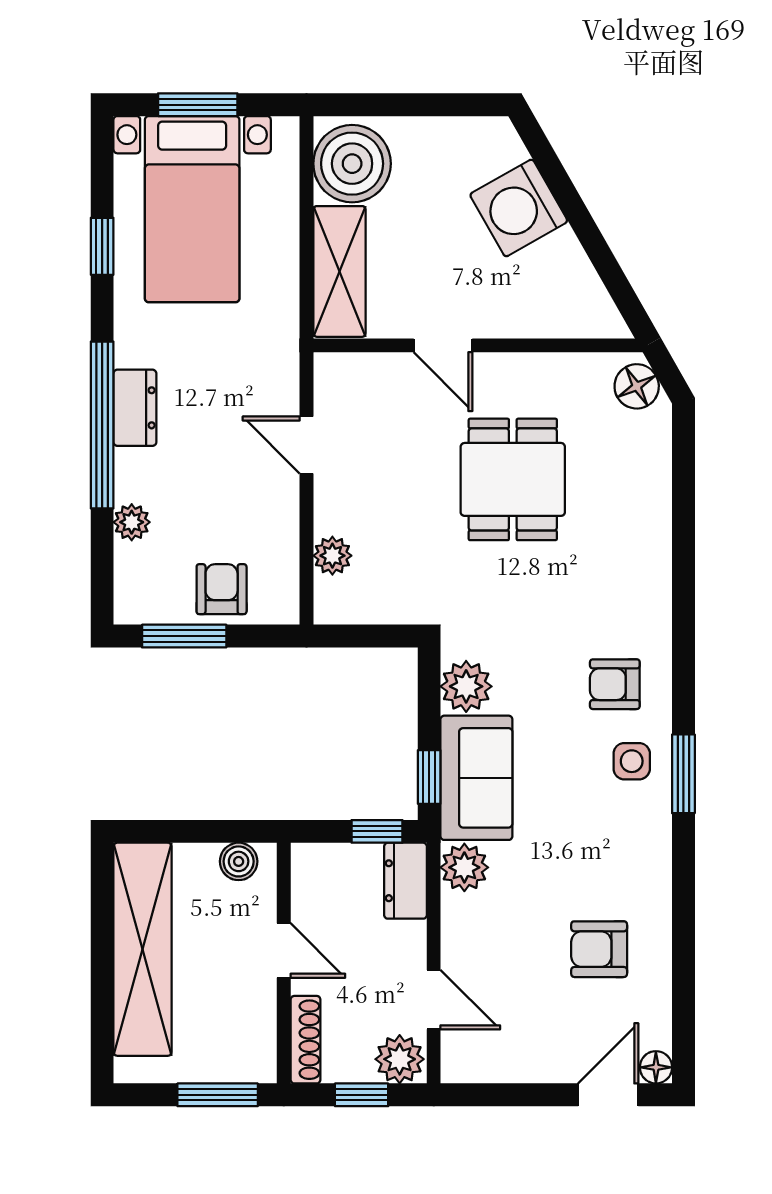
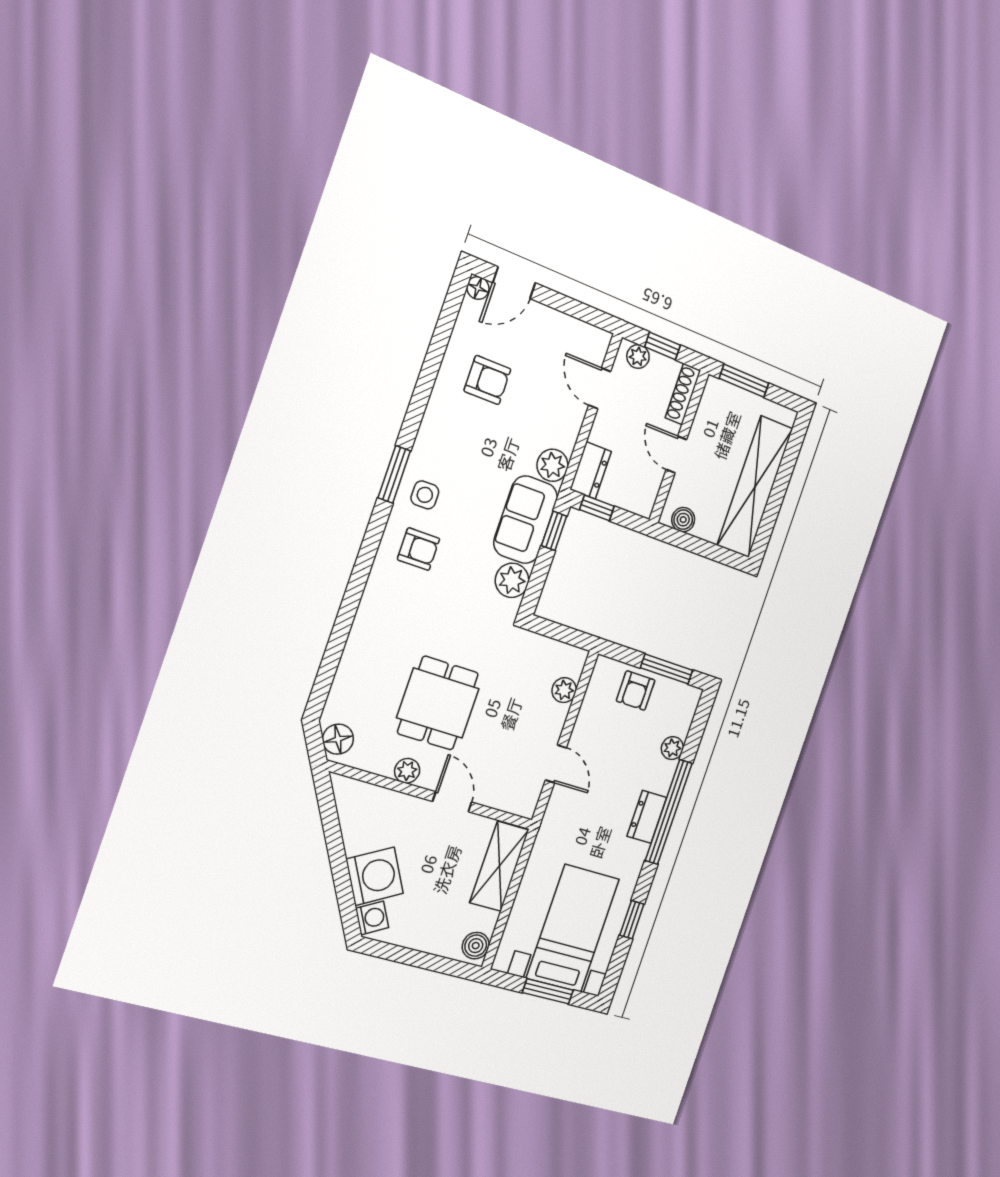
washing machine: (502, 147) -> (372, 918), added
boiler: (352, 164) -> (476, 946), width x0.54, depth x0.54
plant: (524, 371) -> (407, 771), added
plant: (400, 1059) -> (638, 356), width x0.73, depth x0.73

